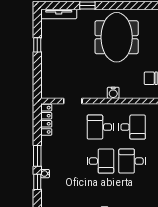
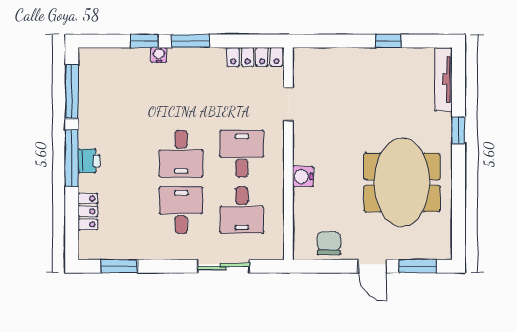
meeting table: (117, 37) -> (402, 182), turned 90

